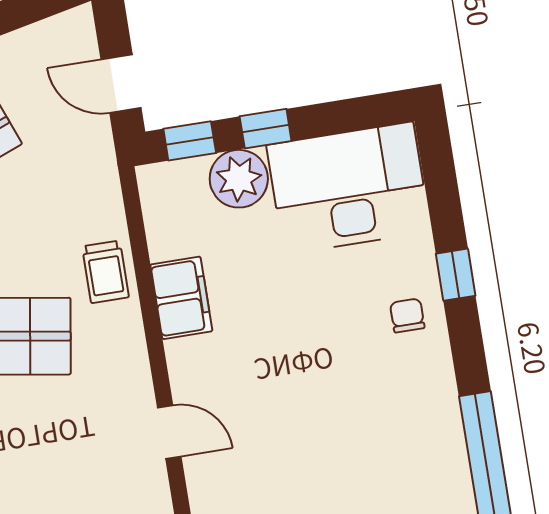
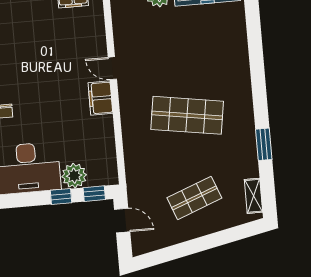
trolley: (106, 272) -> (135, 140), removed
filing cabinet: (181, 298) -> (100, 98), moved

